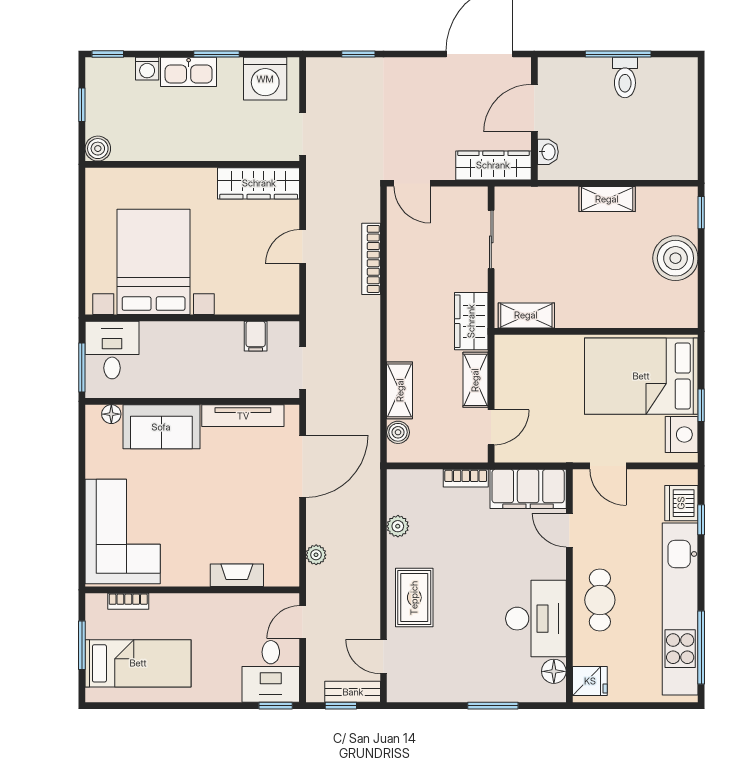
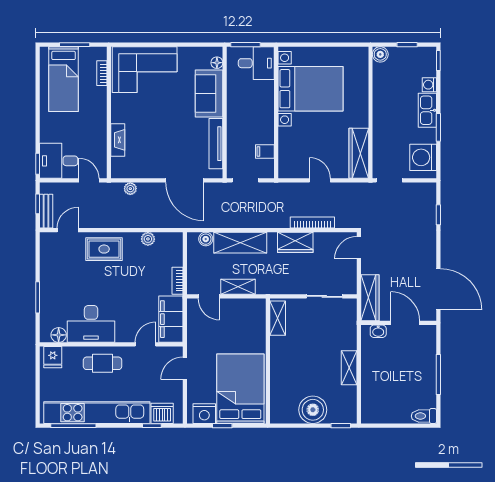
toilet: (625, 78) -> (424, 416), moved
wardrobe: (471, 321) -> (295, 242), moved, turned 180
shelving: (400, 390) -> (240, 243), width x1.50, depth x1.33

